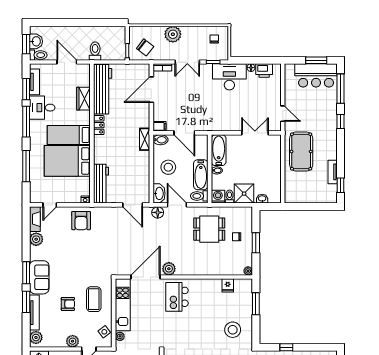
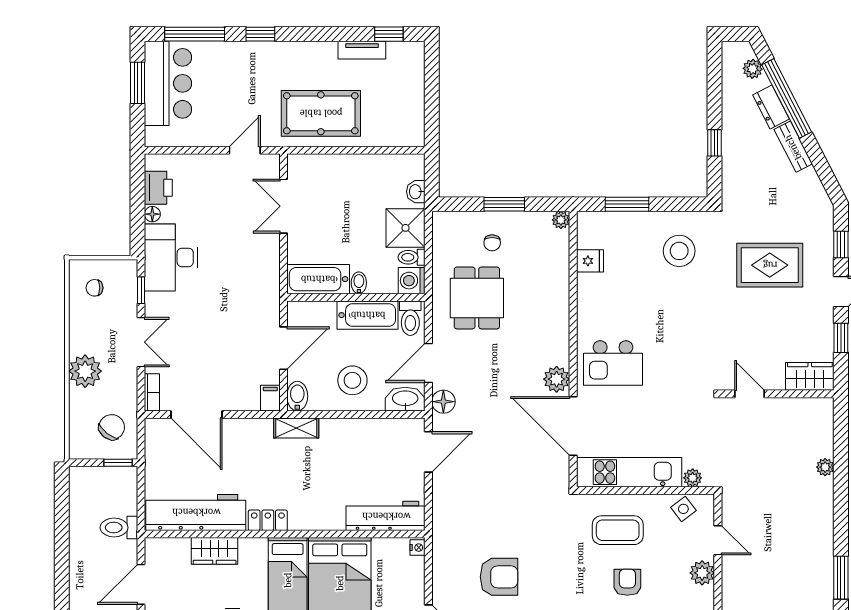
armchair: (81, 221) -> (499, 577), moved

